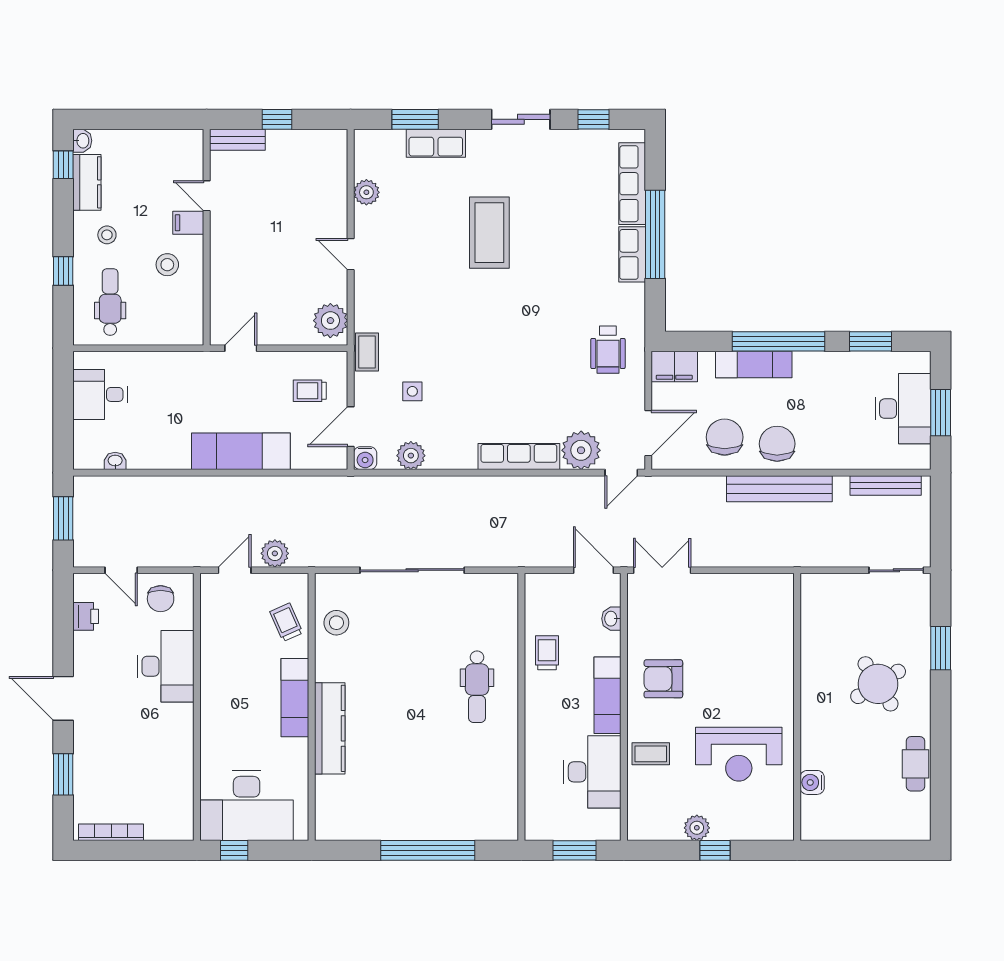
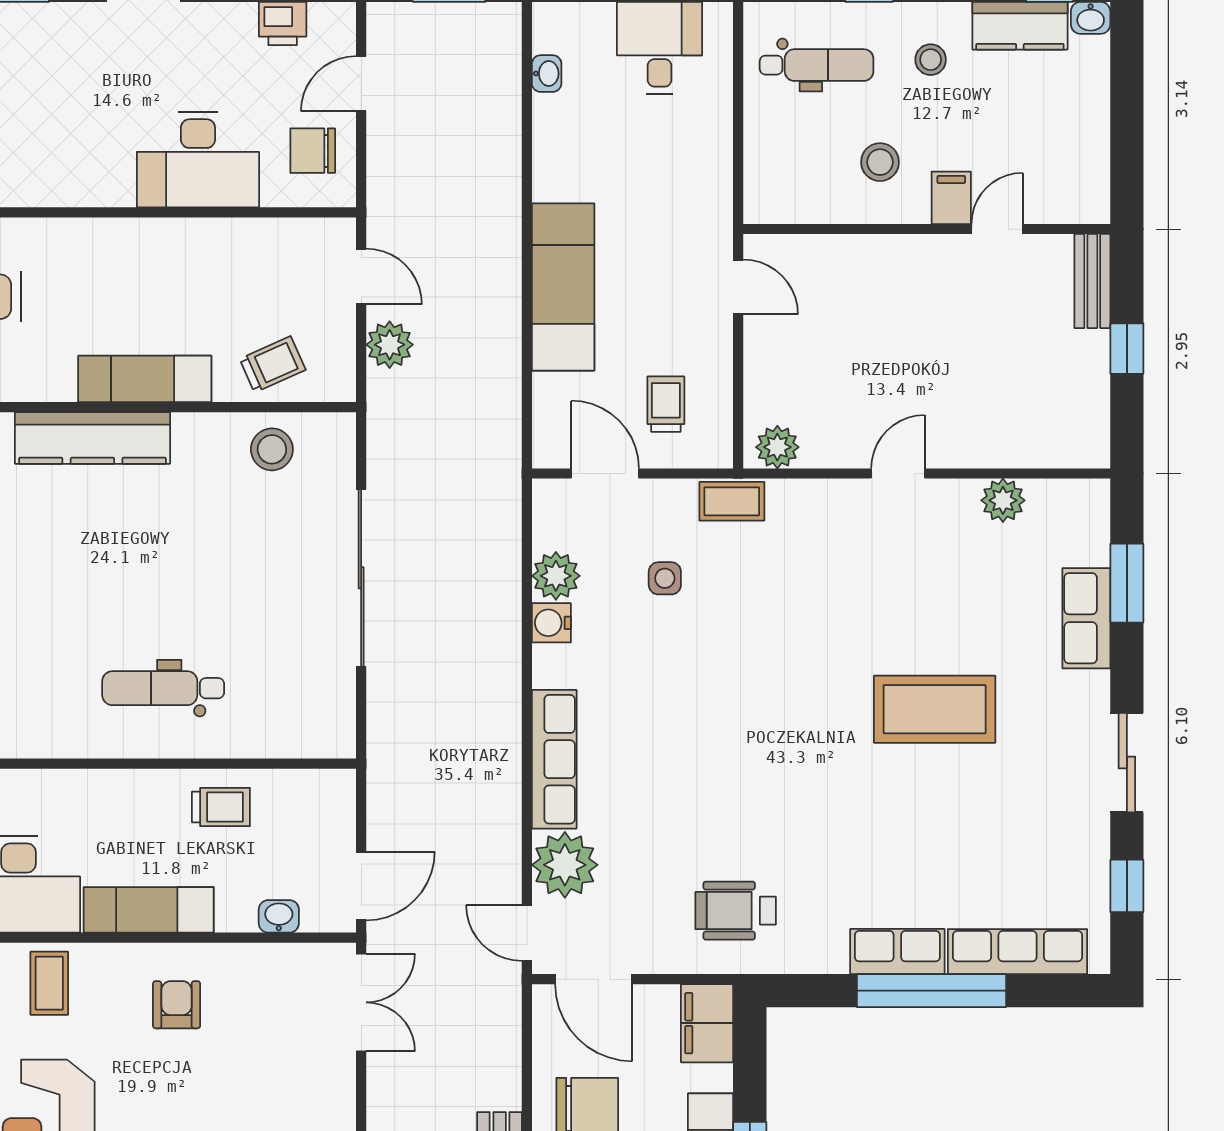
plant: (330, 321) -> (777, 447), width x0.73, depth x0.73
water cooler: (365, 458) -> (551, 623), moved
armchair: (663, 679) -> (177, 1005), width x0.72, depth x0.72

